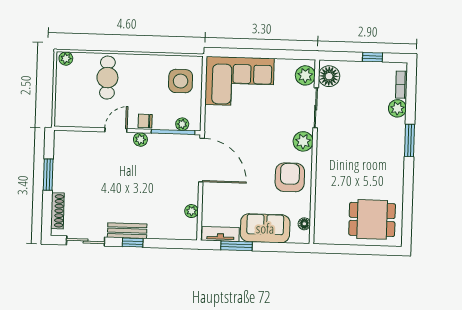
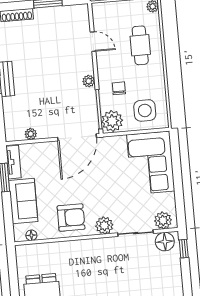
window: (373, 57) -> (184, 249), moved
cafe table: (107, 78) -> (140, 45), turned 90
chair: (145, 121) -> (119, 88), moved
plant: (182, 124) -> (112, 121), width x1.87, depth x1.87
door: (116, 130) -> (93, 42), moved

